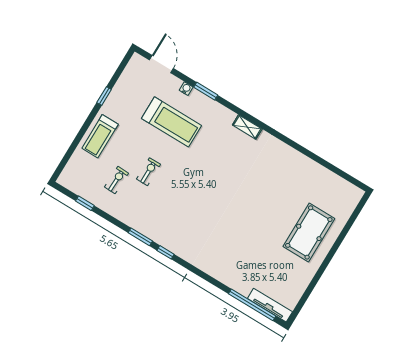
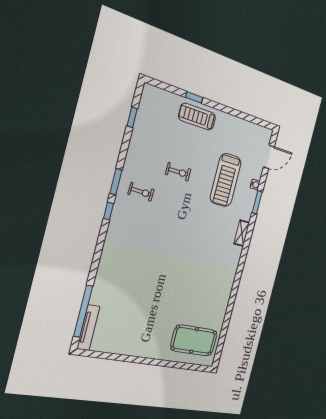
window: (104, 96) -> (194, 97), moved
shelving: (247, 127) -> (242, 233), moved
exercise bike: (116, 180) -> (141, 192), moved
pool table: (309, 232) -> (194, 340), moved

